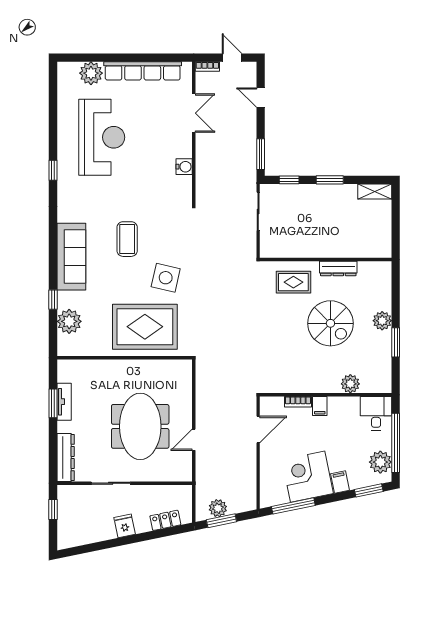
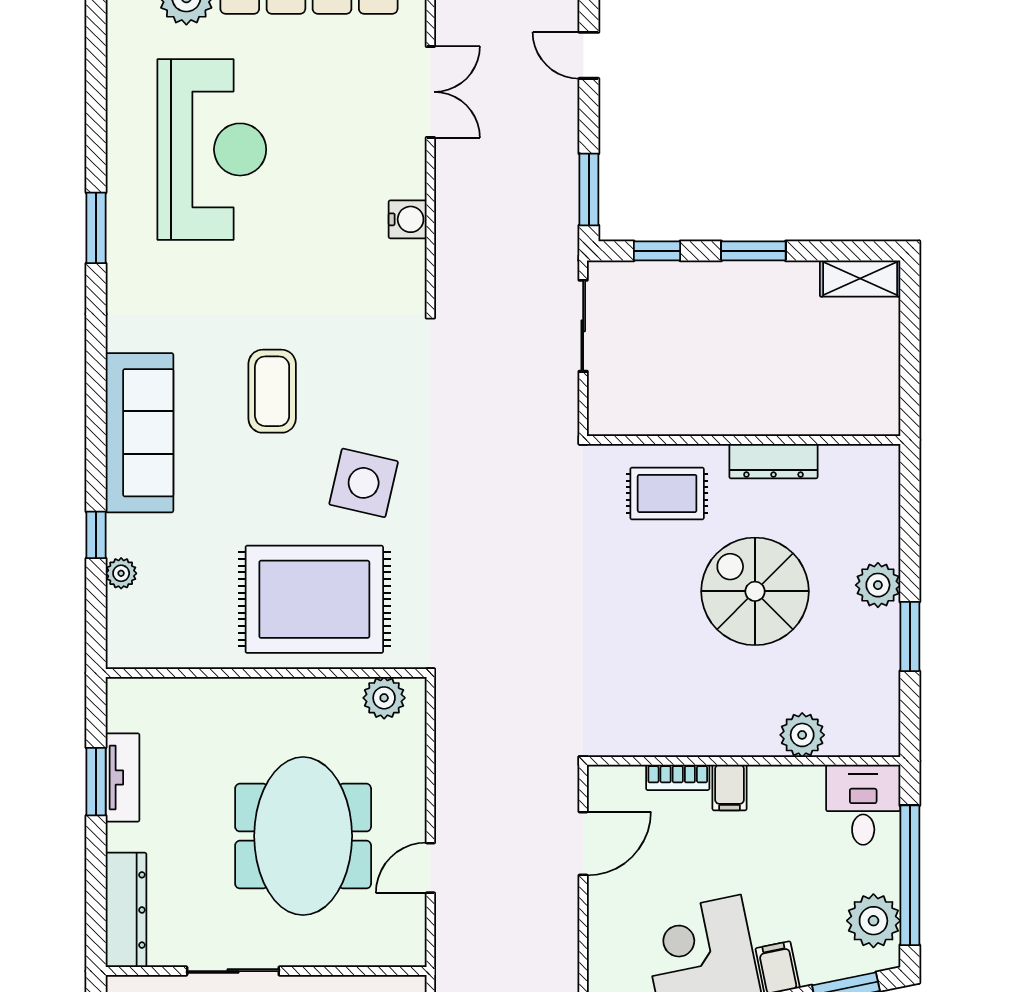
window: (53, 170) -> (96, 228), width x1.50
plant: (69, 321) -> (121, 573), width x0.53, depth x0.53
spiral stairs: (330, 323) -> (755, 591), turned 180
plant: (174, 368) -> (384, 698), added

